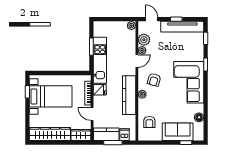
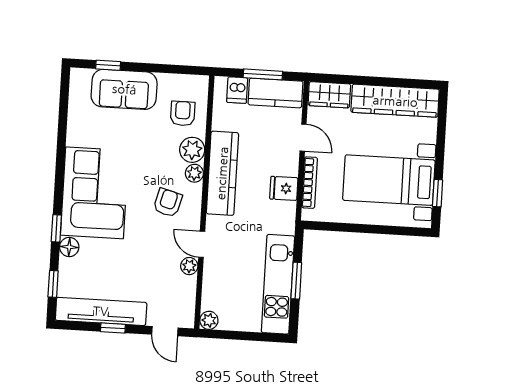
plant: (144, 40) -> (192, 150), moved
kitchen unit: (100, 60) -> (278, 284), moved
door: (137, 61) -> (202, 244), hinge flipped
floor lamp: (199, 117) -> (69, 247), moved

